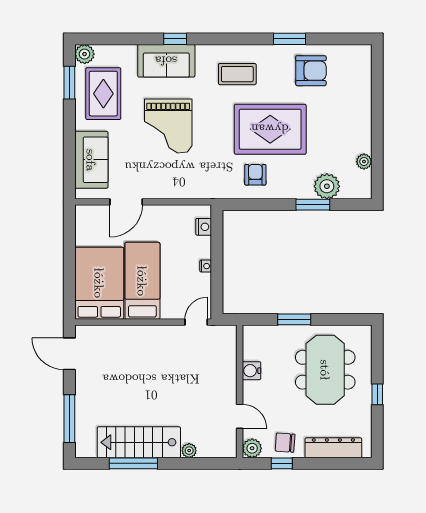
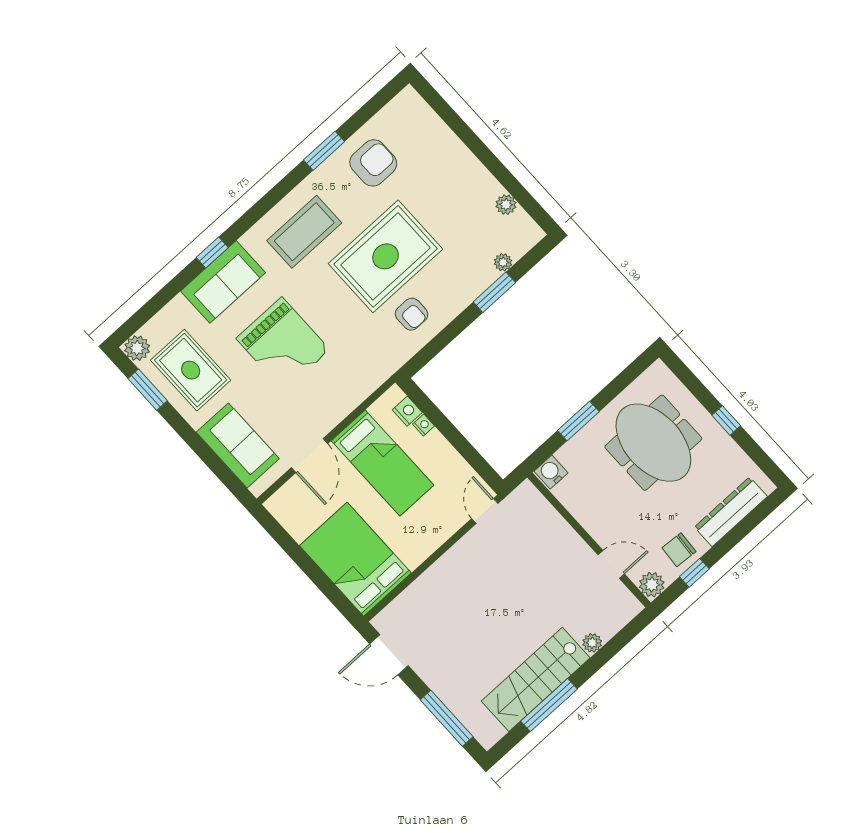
coffee table: (237, 74) -> (304, 232), width x1.36, depth x1.32
armchair: (255, 175) -> (412, 314), turned 180
plant: (327, 186) -> (503, 262), width x0.53, depth x0.53
nightstand: (206, 266) -> (424, 425), moved
bed: (142, 281) -> (383, 463), moved, turned 180
water cooler: (252, 371) -> (551, 472), moved, turned 90

